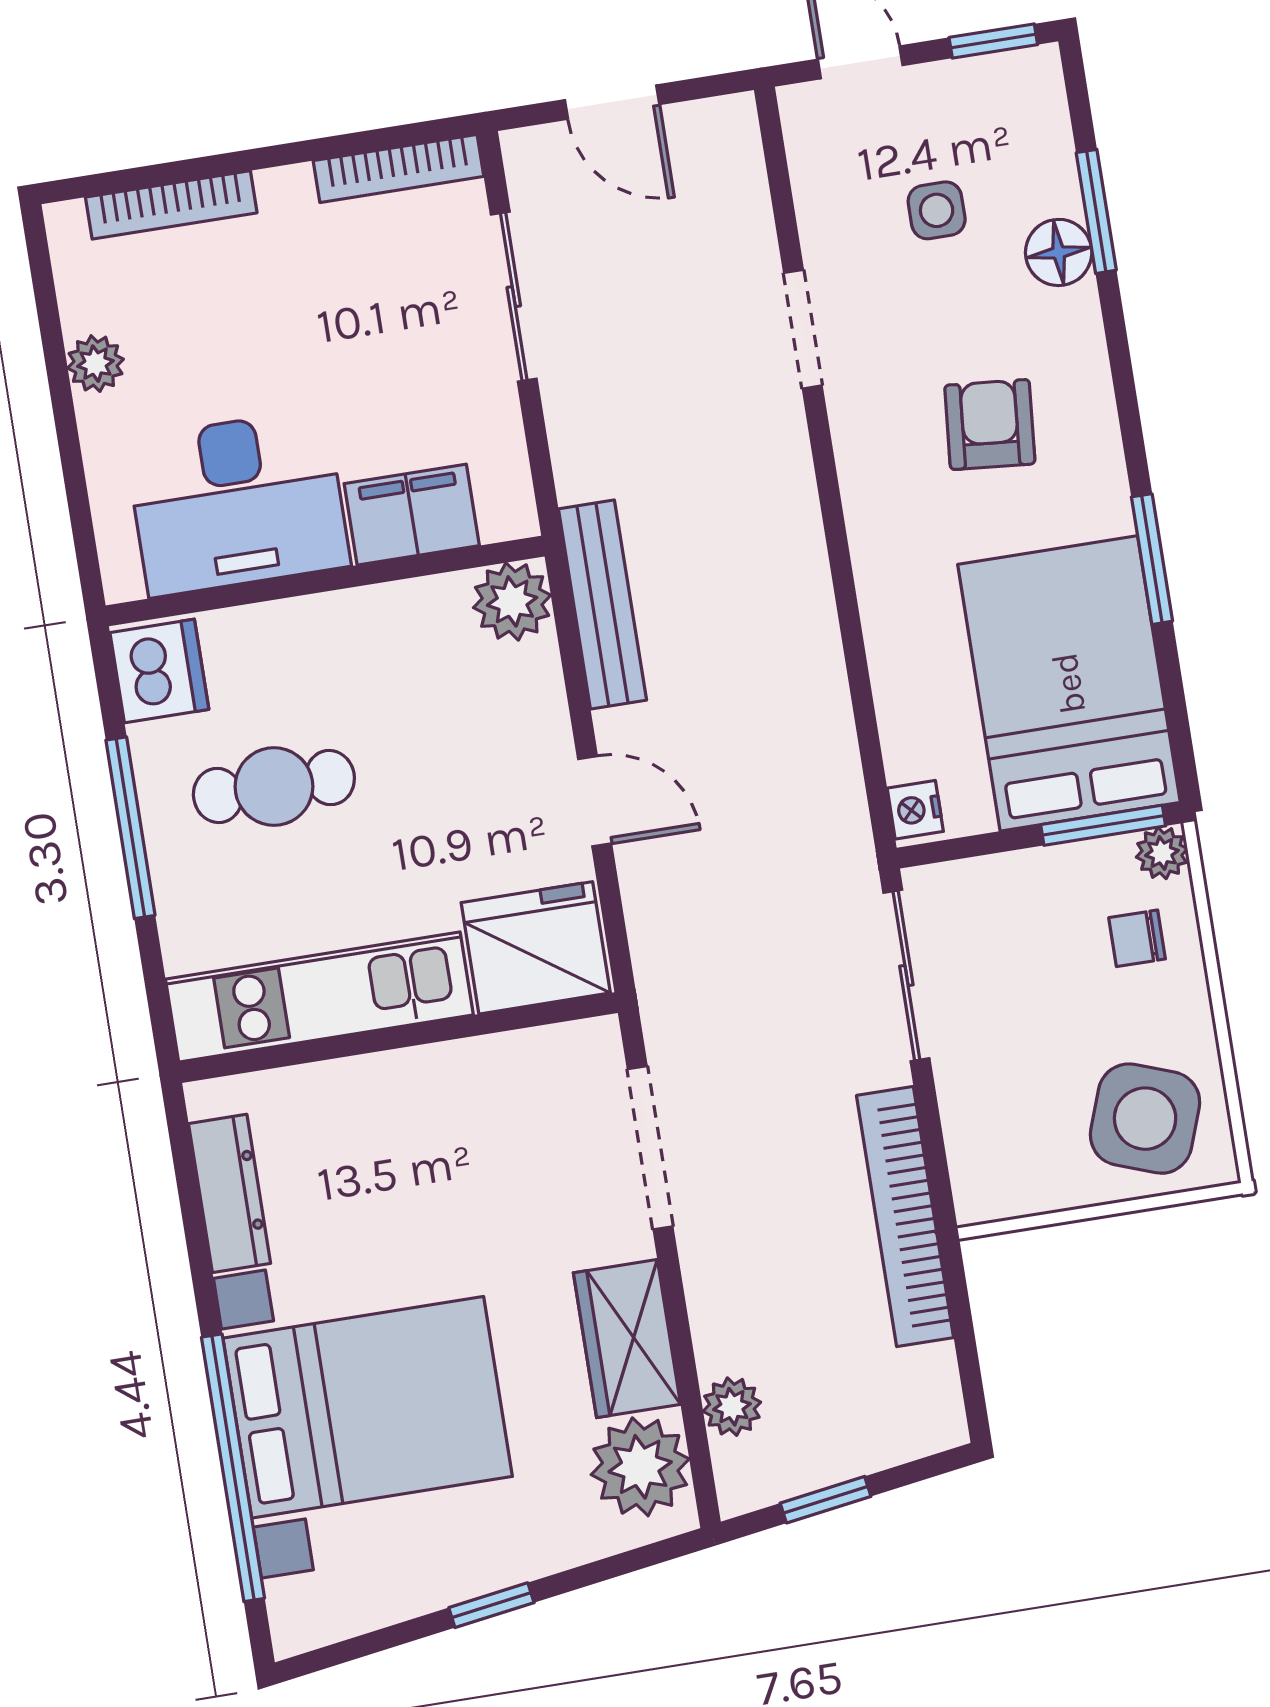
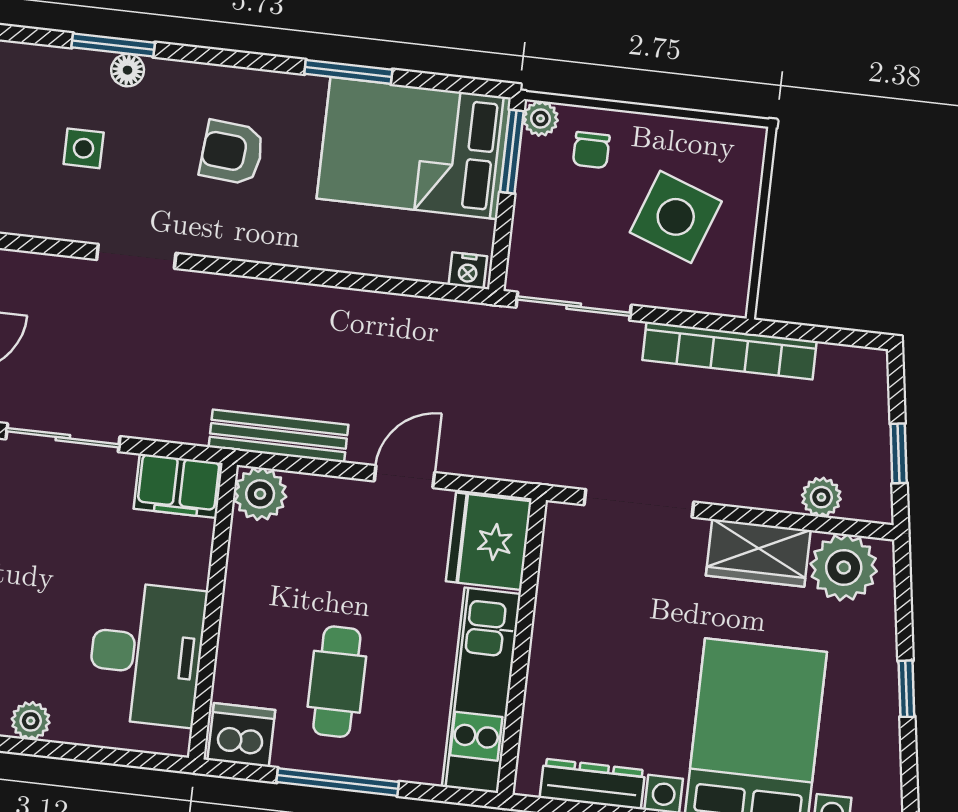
floor lamp: (1059, 252) -> (128, 70), width x0.73, depth x0.73
filing cabinet: (412, 515) -> (178, 486), moved, turned -90
side table: (1145, 1119) -> (676, 217), moved

